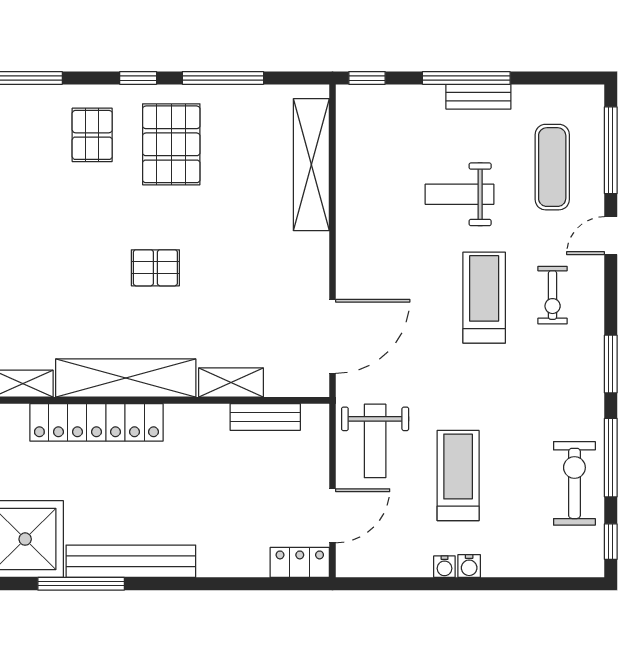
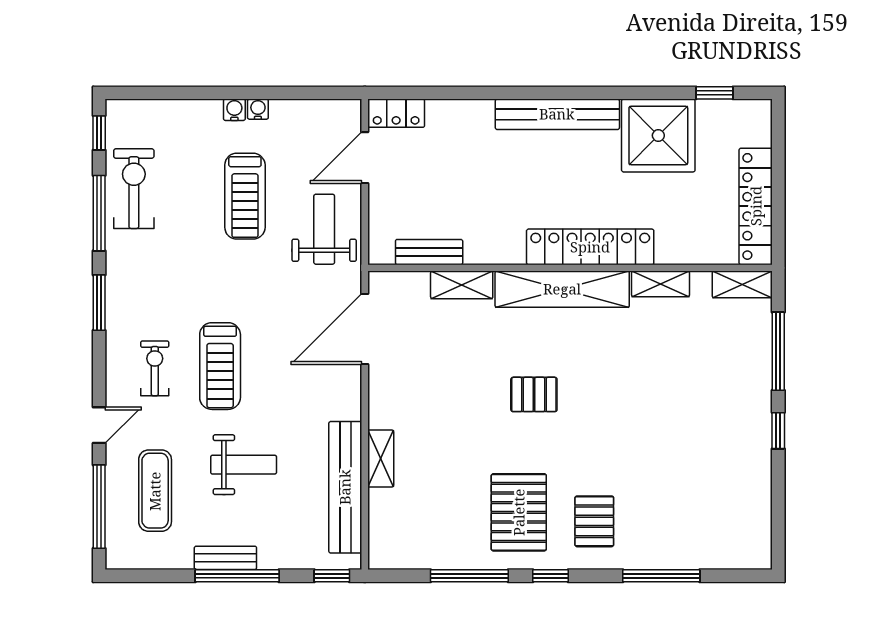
shelving: (311, 165) -> (381, 459), width x0.45, depth x0.75
bench: (353, 171) -> (345, 487), added
exercise bike: (574, 483) -> (134, 189), turned 180
window: (81, 584) -> (605, 93), removed

